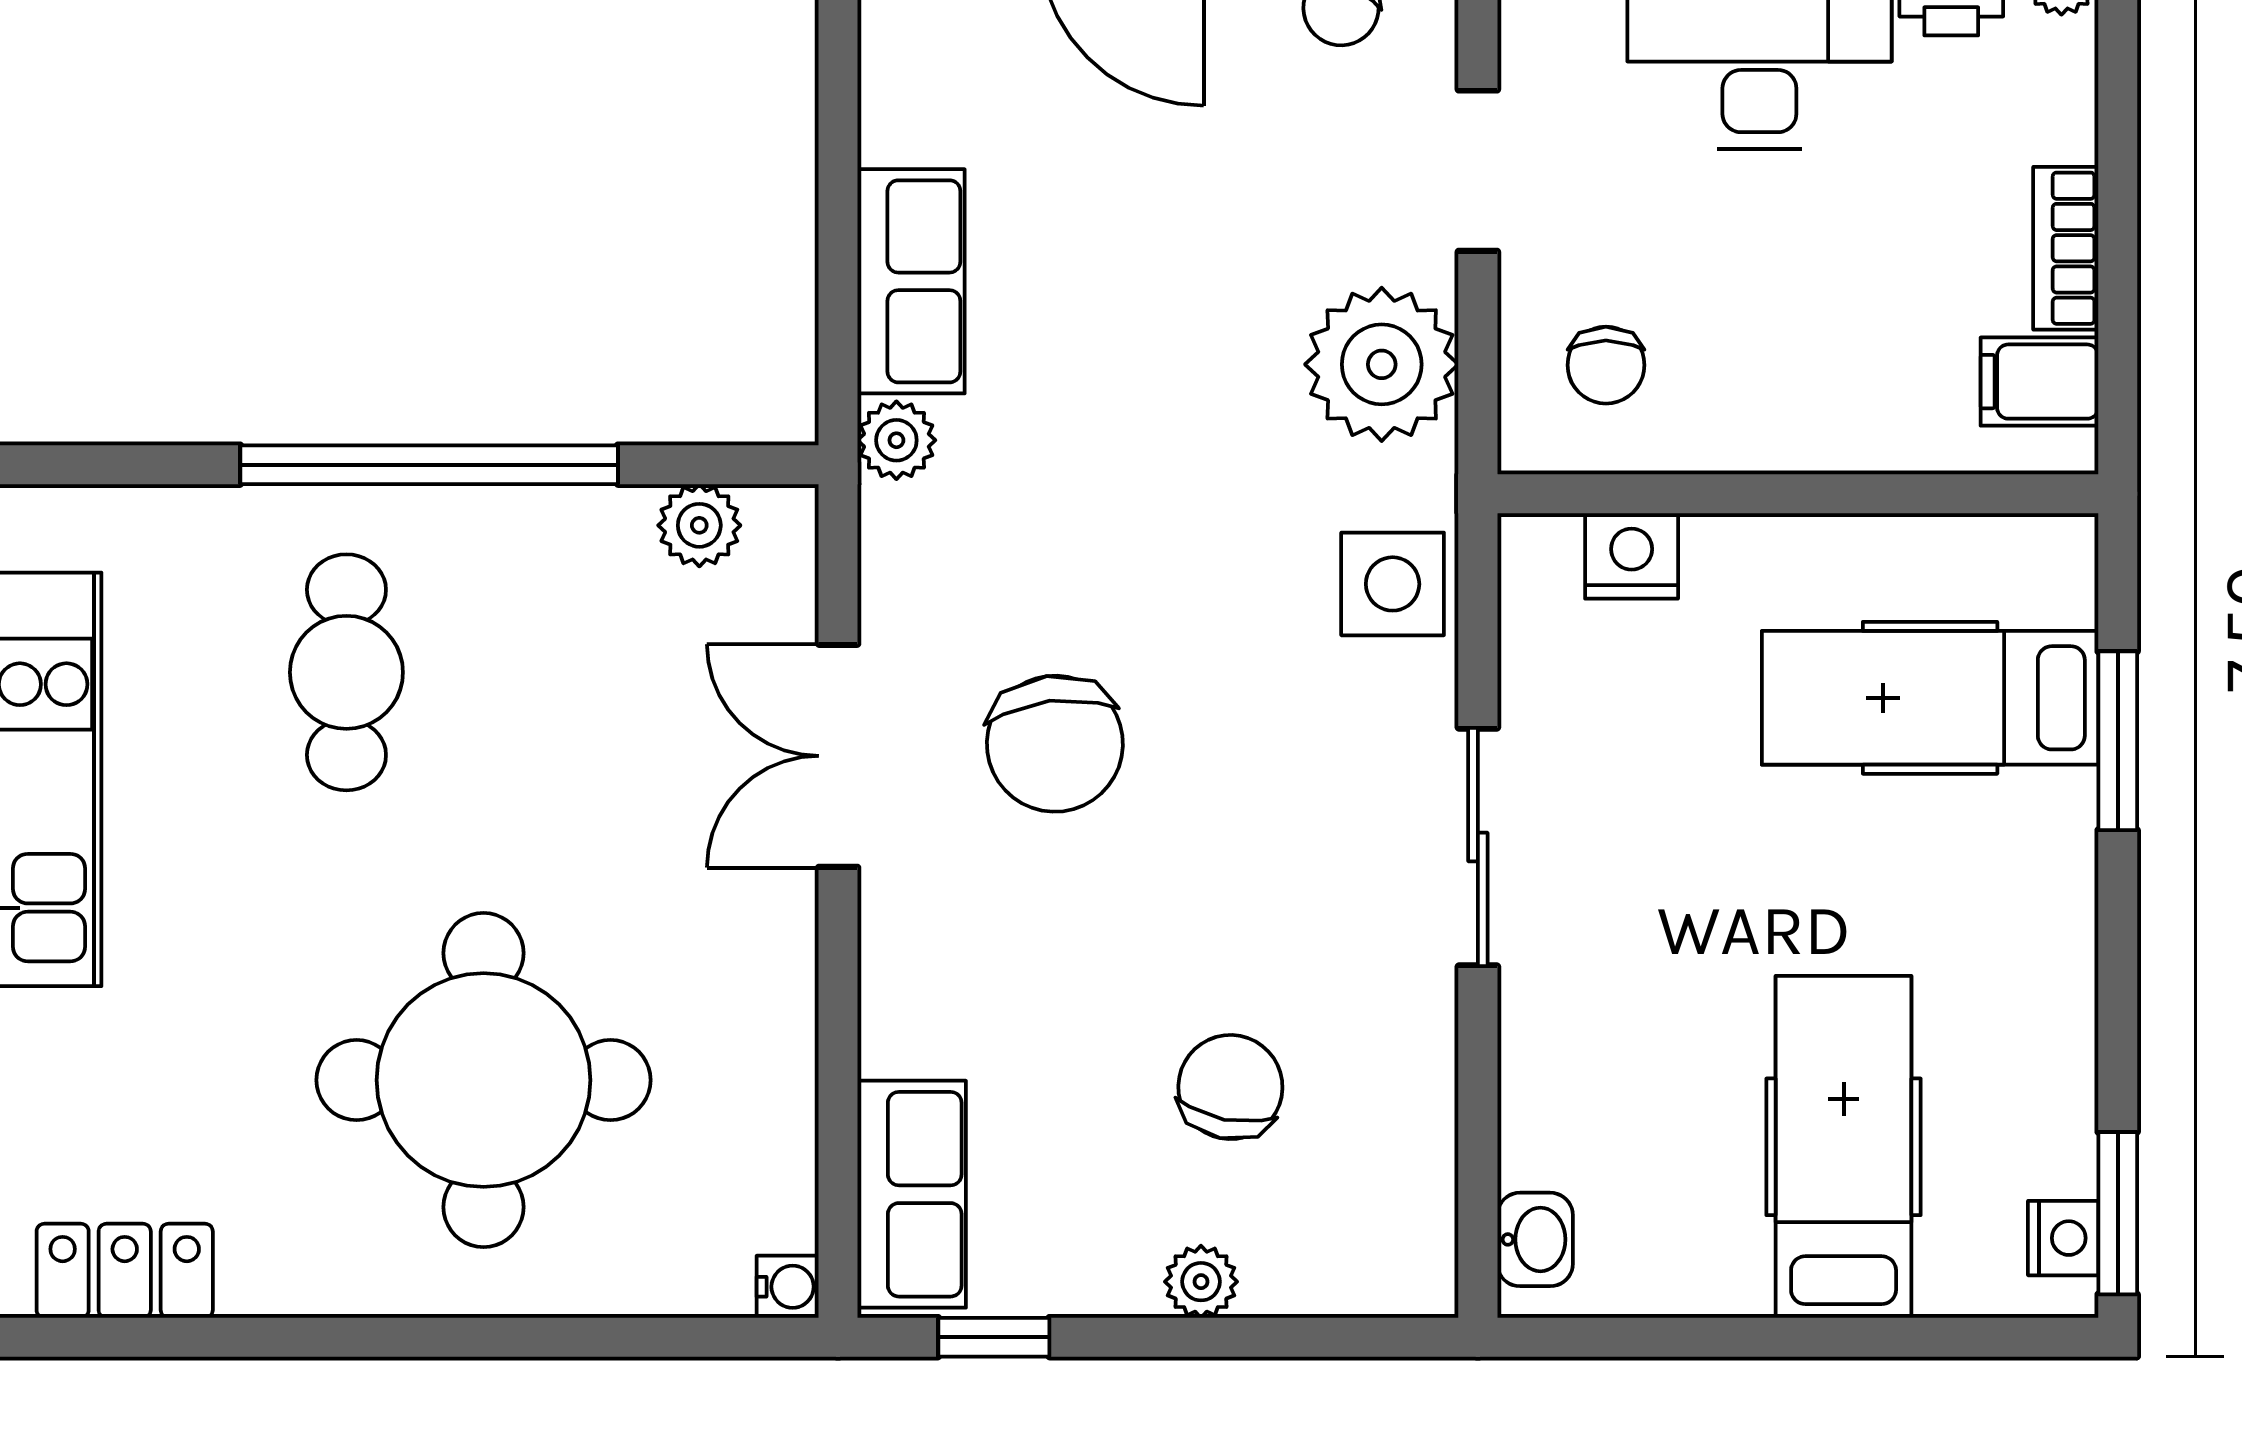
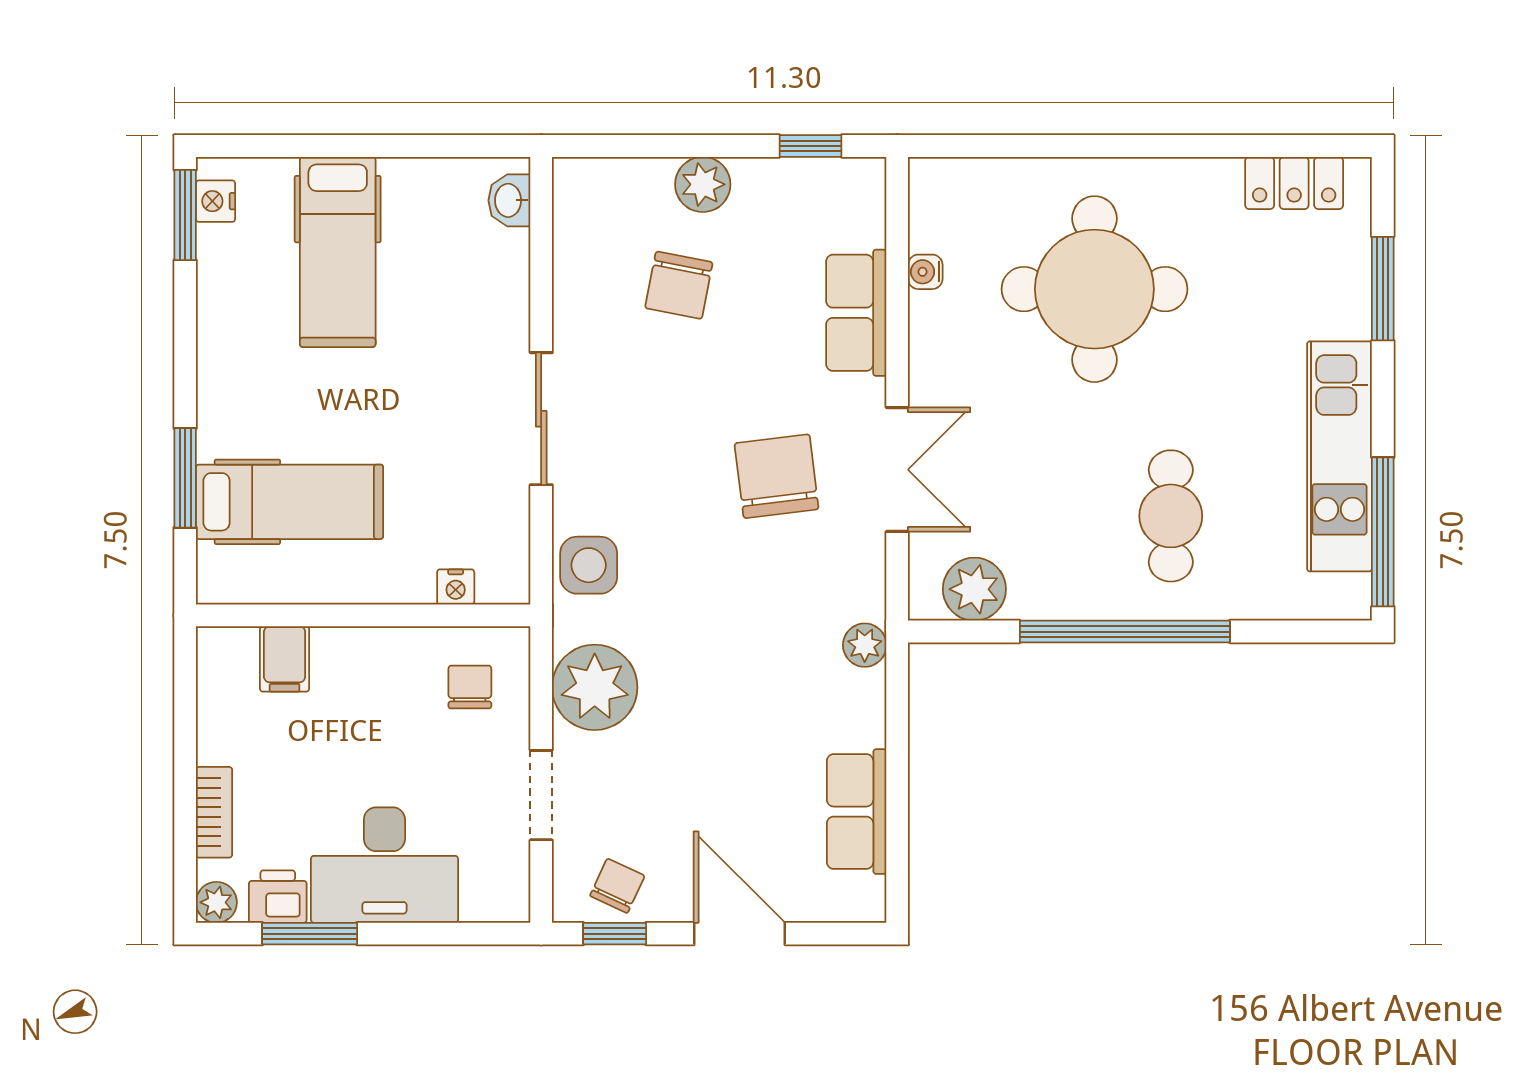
bookcase: (2066, 248) -> (214, 812), moved
row of seats: (911, 281) -> (857, 812), moved
filing cabinet: (2039, 382) -> (285, 659), moved, turned 90
plant: (699, 525) -> (974, 589), width x1.38, depth x1.38
nightstand: (1632, 556) -> (456, 587), width x0.72, depth x0.74
row of seats: (912, 1194) -> (856, 313), moved
plant: (1201, 1282) -> (703, 184), width x1.38, depth x1.38
water cooler: (788, 1287) -> (925, 272), moved

